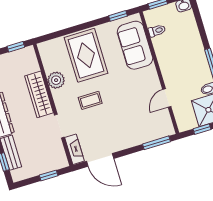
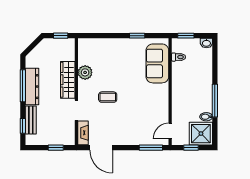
window: (118, 16) -> (137, 36), moved
rug: (86, 55) -> (115, 60), removed
door: (167, 98) -> (170, 131), moved

